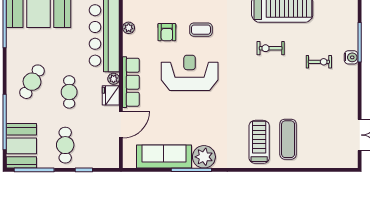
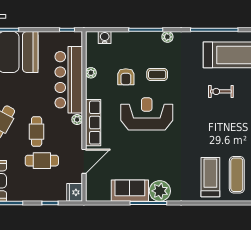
fridge: (111, 95) -> (75, 192), moved
cafe table: (65, 145) -> (42, 161), moved, turned 90
sofa: (164, 157) -> (130, 191), width x0.73

